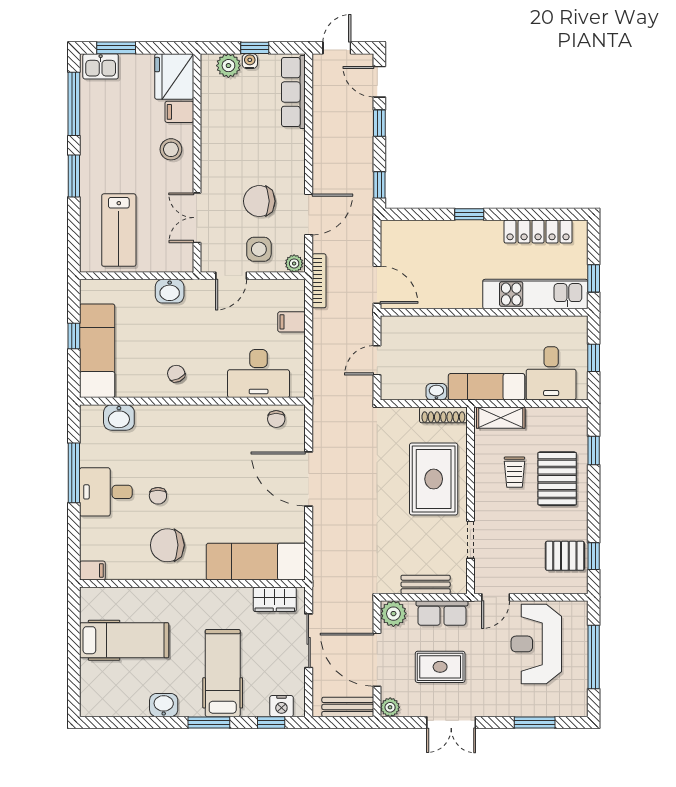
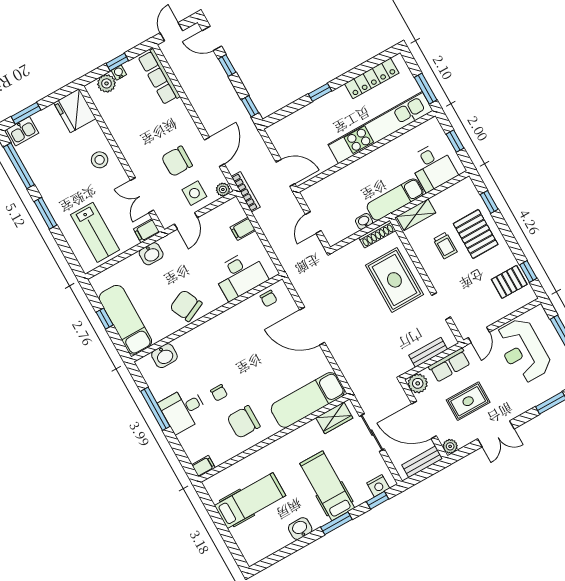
filing cabinet: (179, 112) -> (147, 231), moved
window: (594, 278) -> (426, 89), width x1.50
kitchen unit: (535, 294) -> (380, 128), width x1.36
chair: (176, 374) -> (186, 306), width x1.87, depth x1.87

